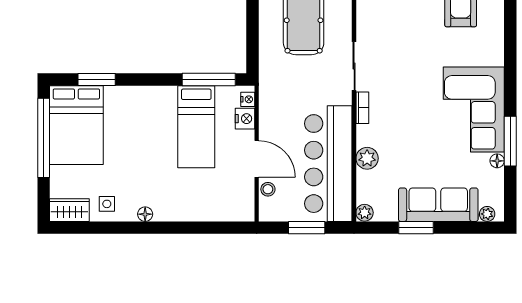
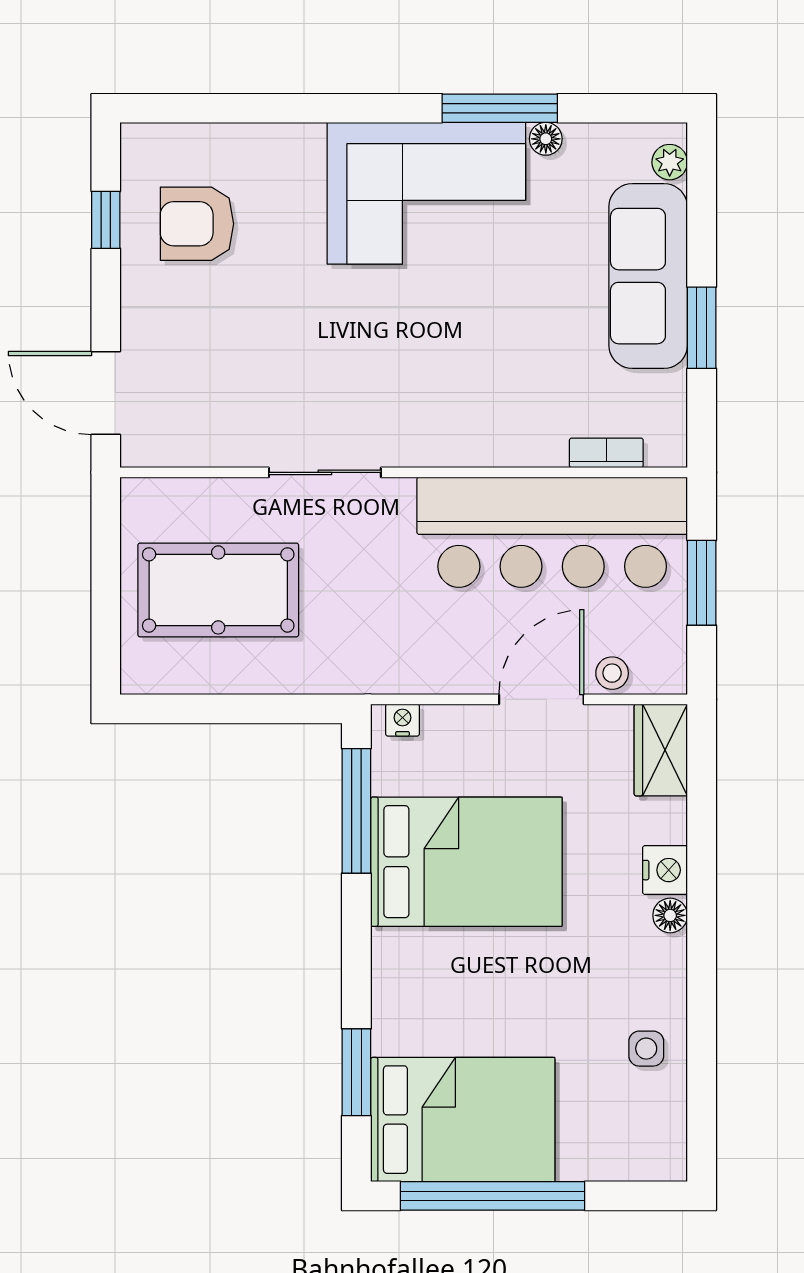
bookcase: (362, 108) -> (606, 453), moved
nightstand: (245, 119) -> (665, 870), moved, turned 90
bed: (196, 127) -> (466, 862), width x1.50
plant: (367, 158) -> (540, 442), removed
wardrobe: (69, 210) -> (661, 750), moved
plant: (365, 213) -> (667, 448), removed
floor lamp: (145, 214) -> (670, 915), moved

